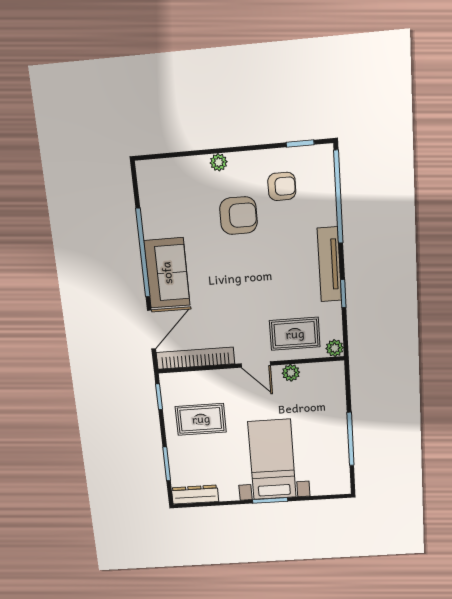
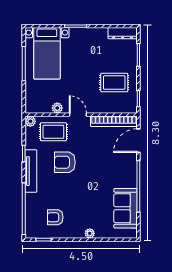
armchair: (238, 216) -> (65, 162), moved
sofa: (167, 273) -> (125, 208), moved
bed with nightstands: (272, 460) -> (47, 53), moved

